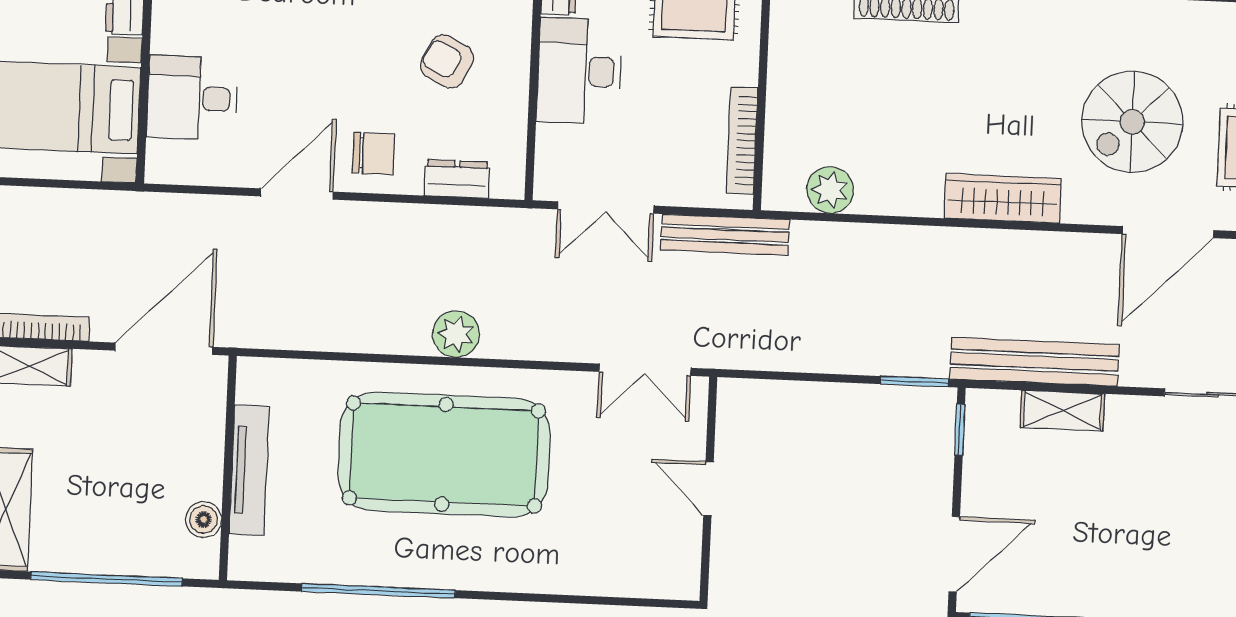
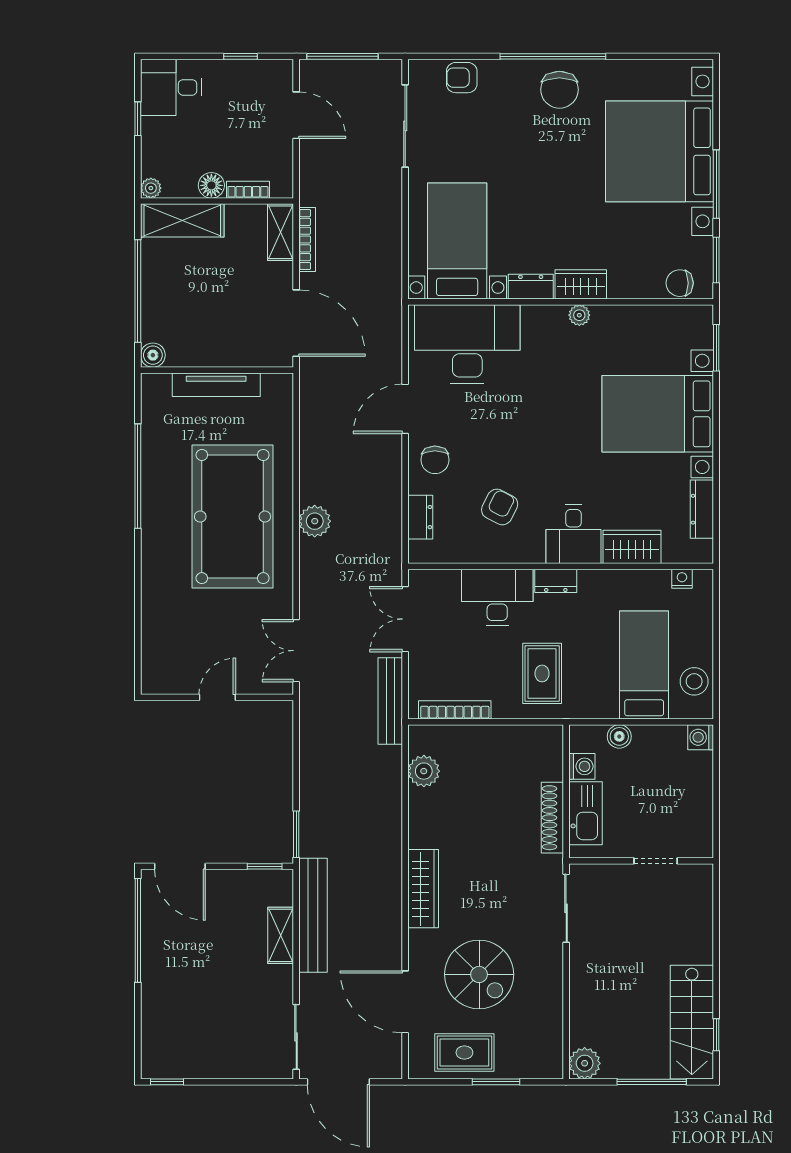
desk: (192, 98) -> (467, 344), width x1.87, depth x1.30
spiral stairs: (1132, 122) -> (479, 974), turned 180
door: (297, 194) -> (405, 409), swing flipped
boiler: (204, 520) -> (153, 355), moved

